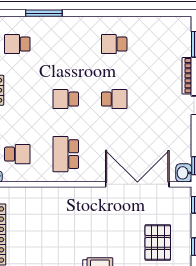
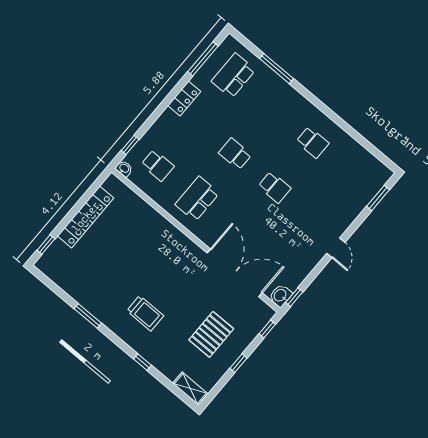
school desk: (17, 44) -> (233, 76), width x1.85
school desk: (114, 44) -> (312, 142), turned 180
bookcase: (187, 76) -> (350, 218), removed

